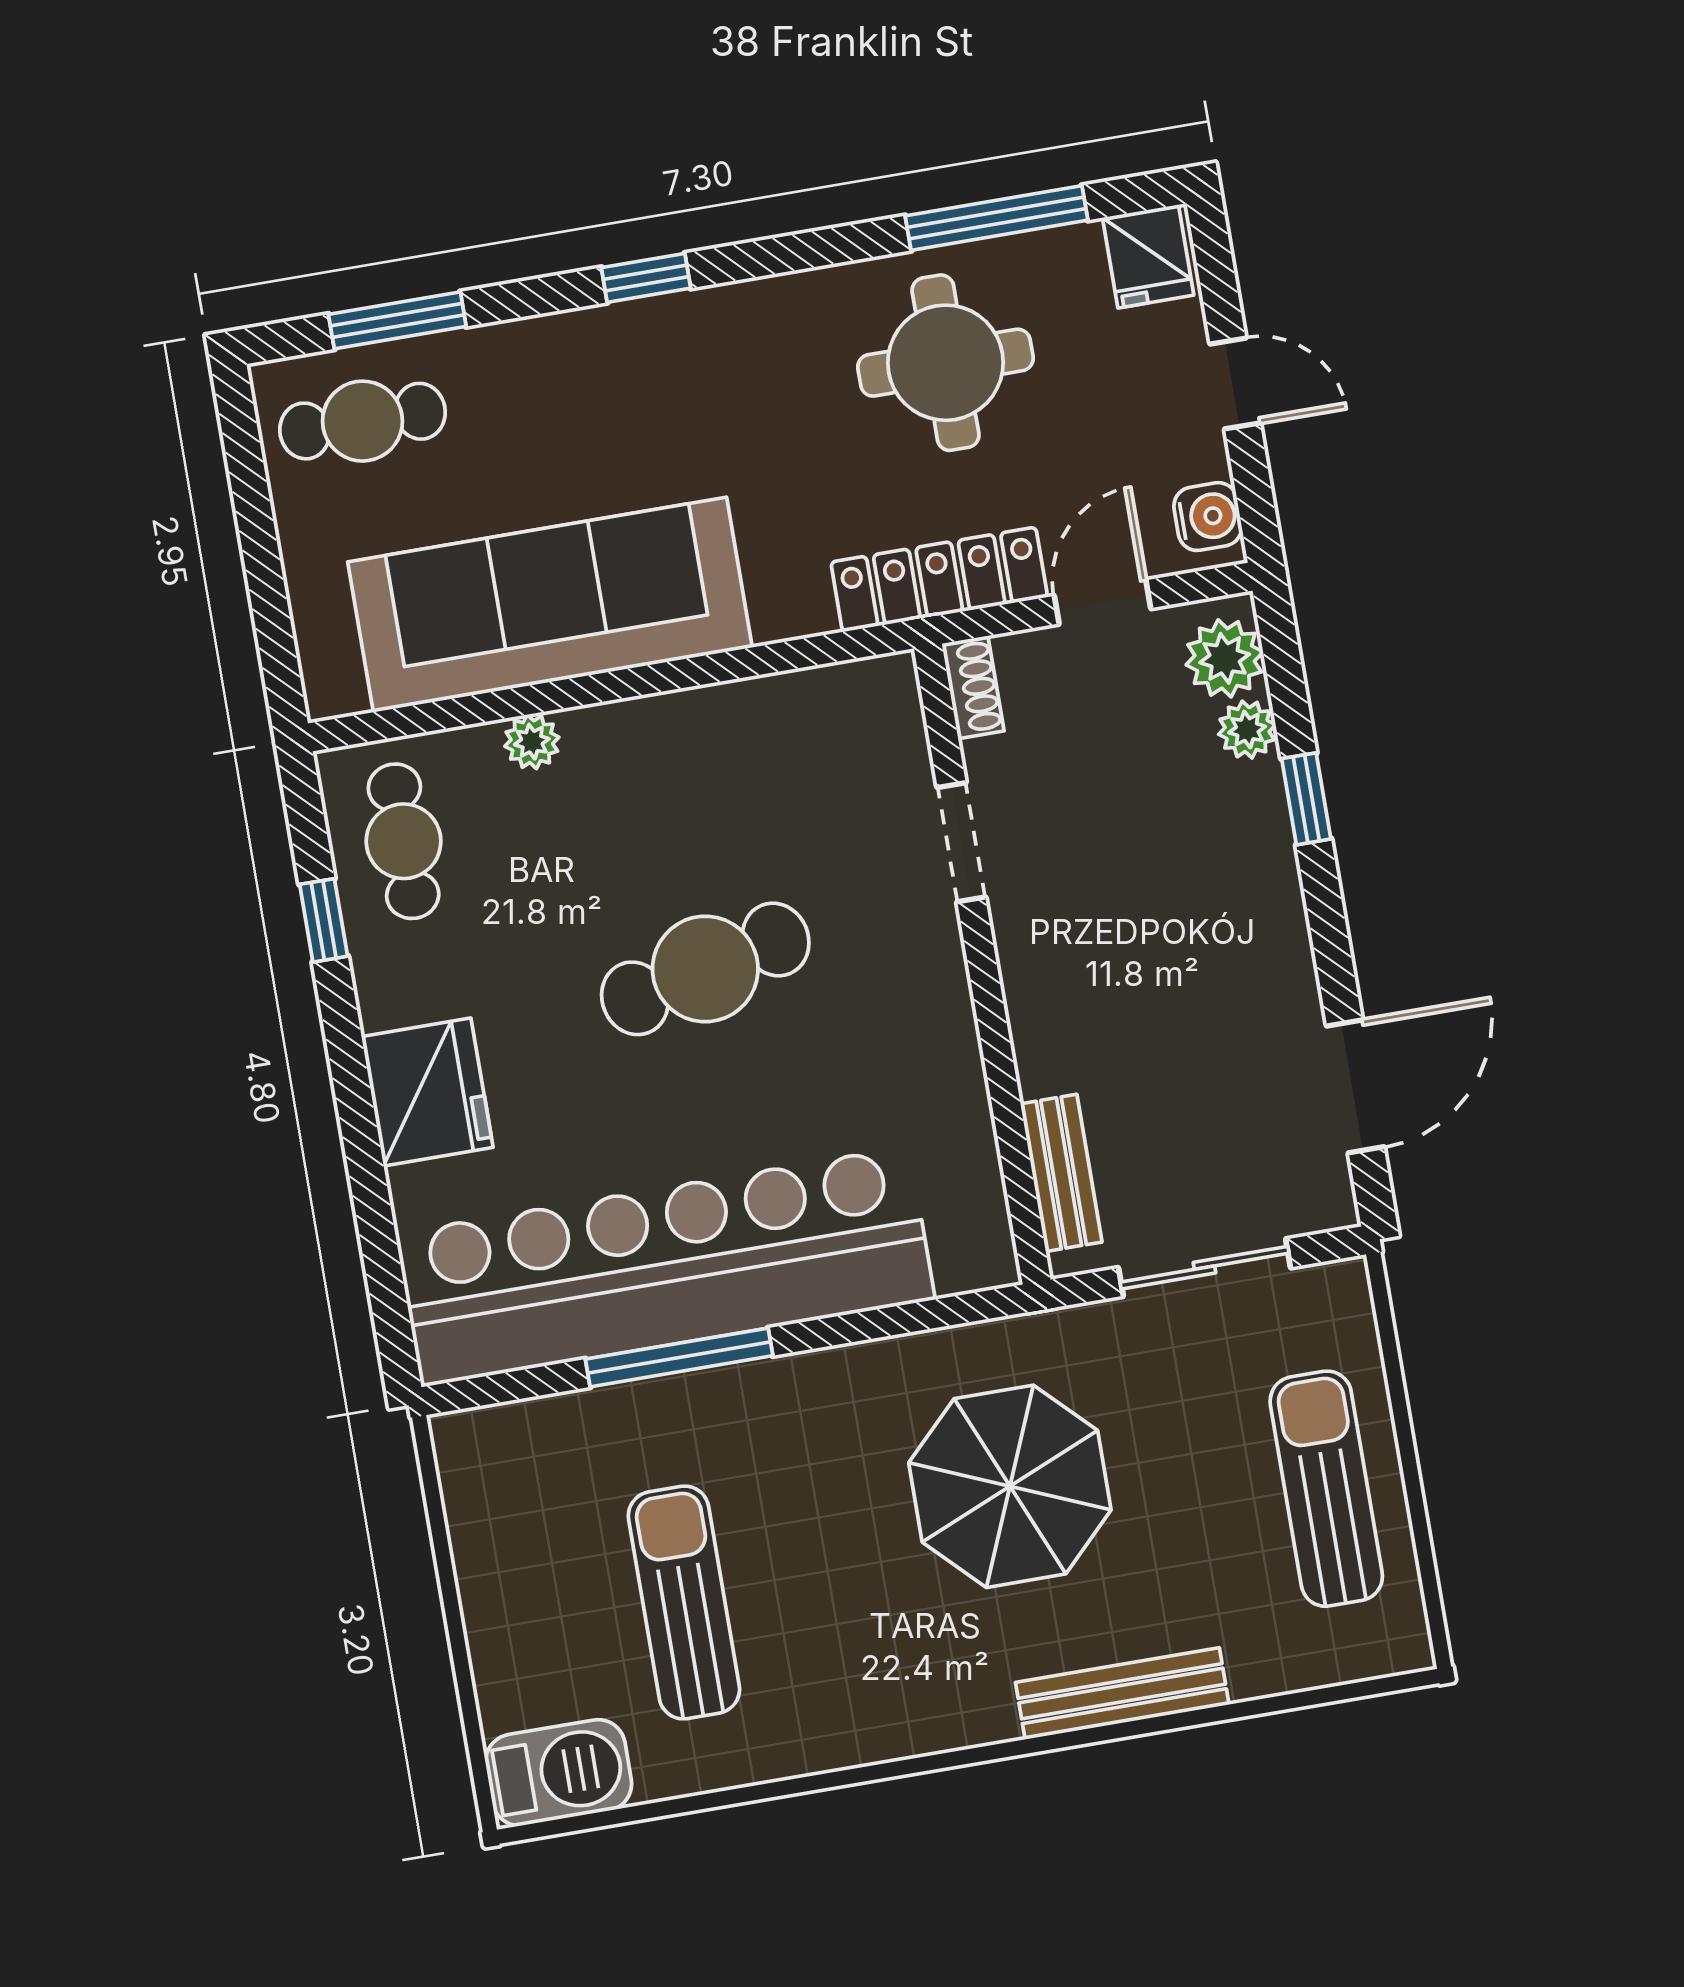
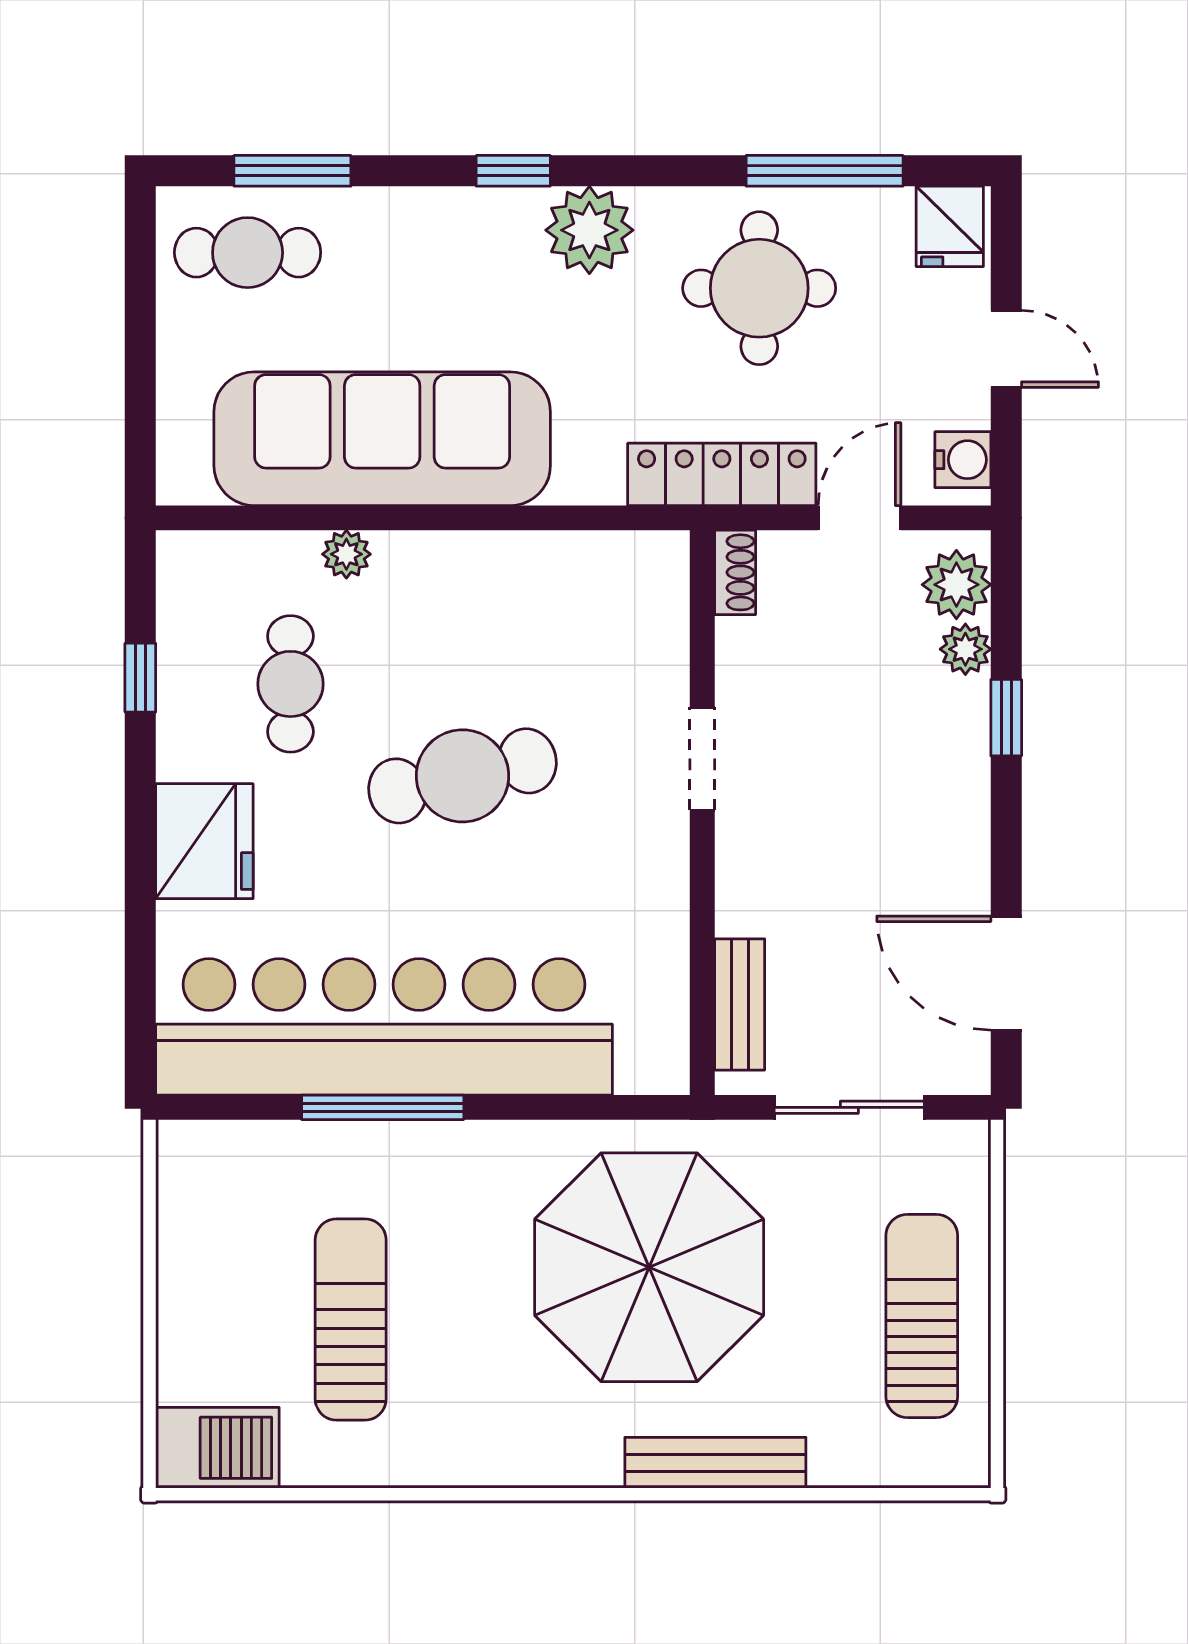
plant: (743, 330) -> (589, 230), added
cafe table: (404, 841) -> (290, 684), moved
doorway: (961, 842) -> (702, 759), moved
door: (1355, 1086) -> (1006, 973), swing flipped
parasol: (1010, 1486) -> (649, 1267), width x1.36, depth x1.36

